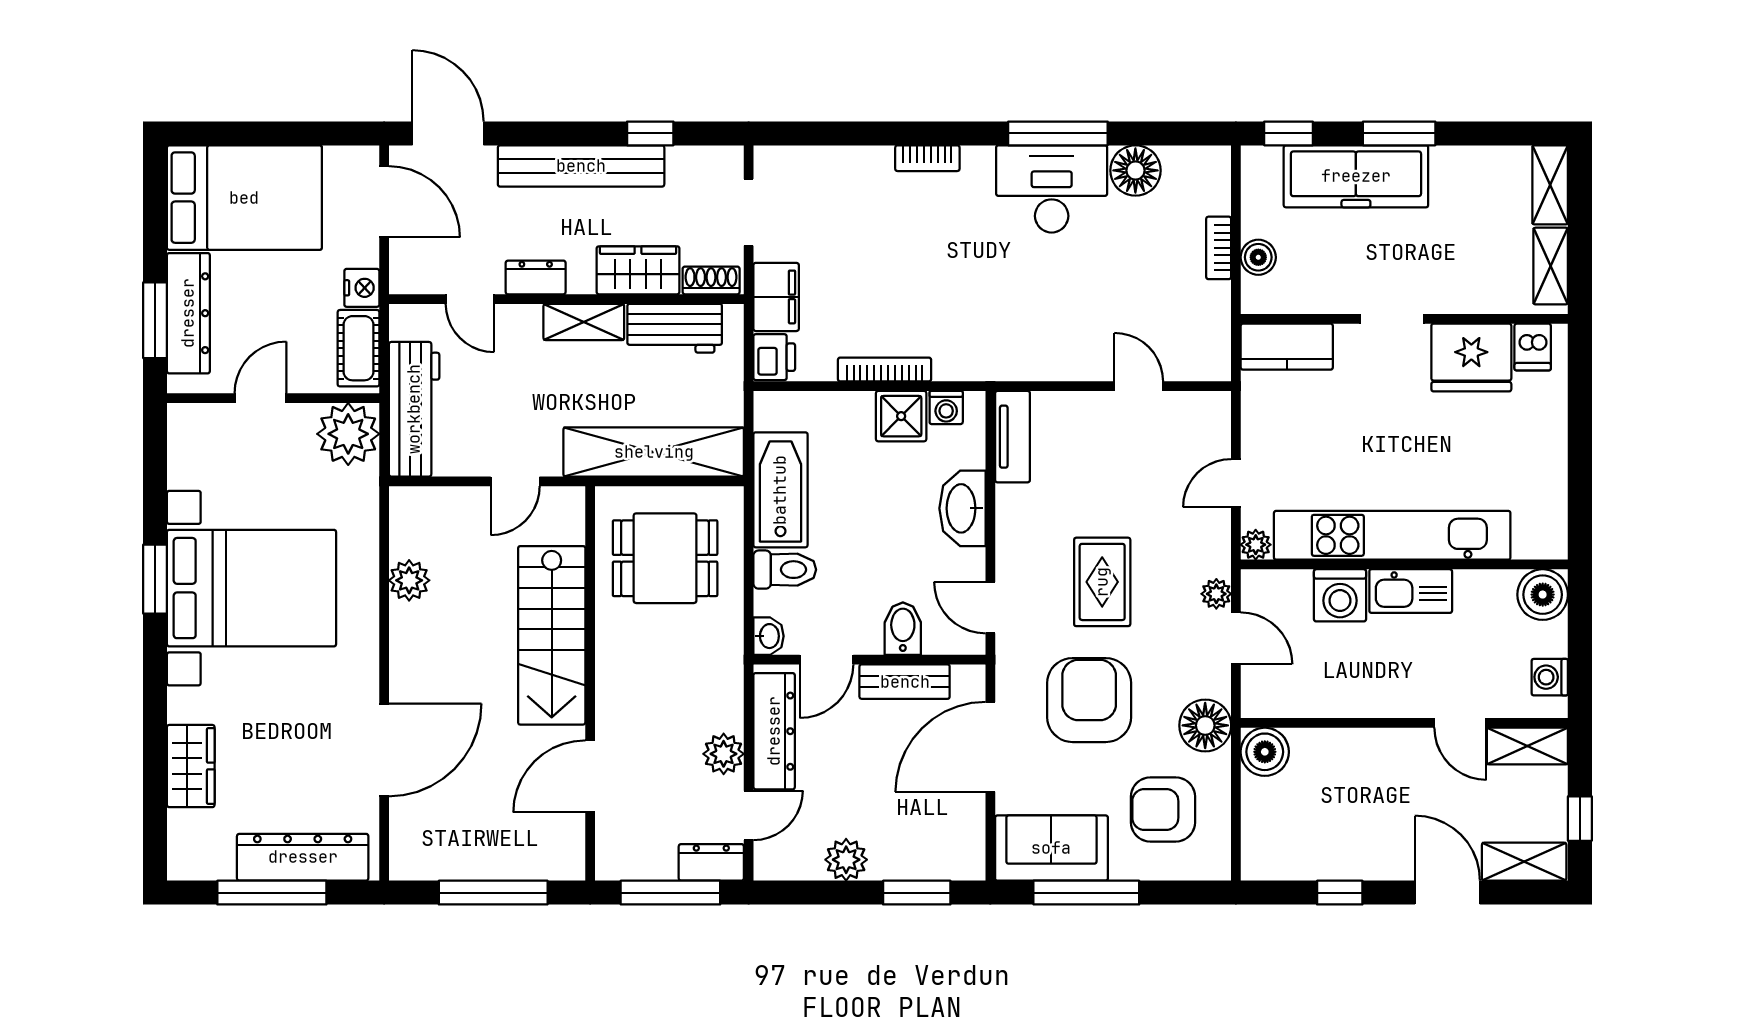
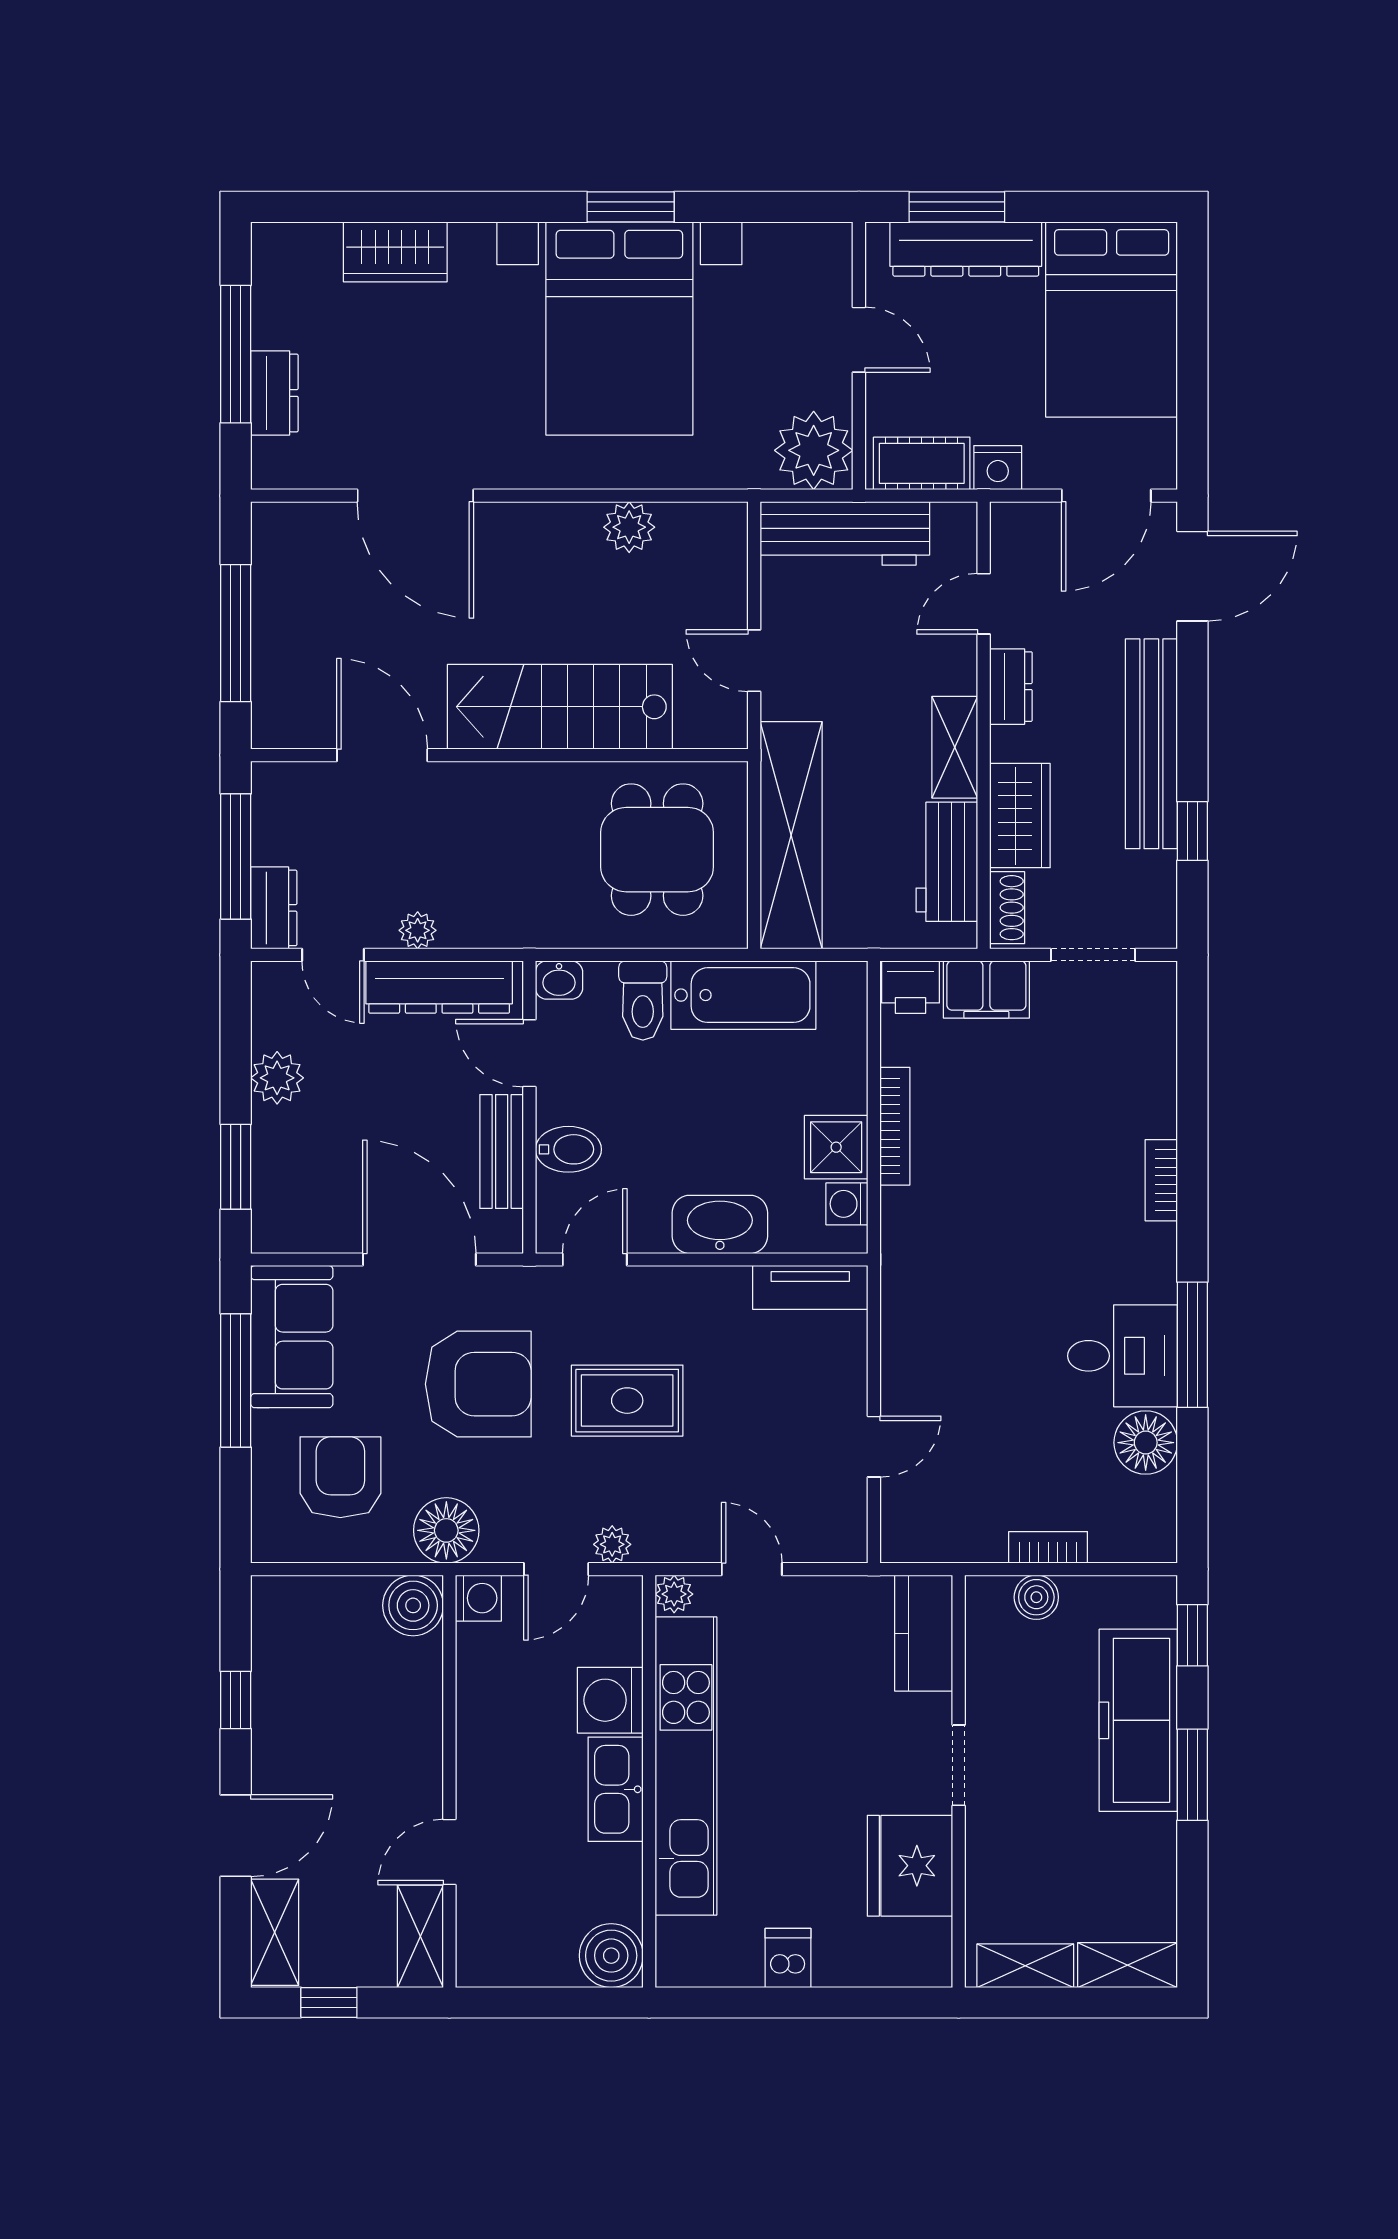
desk: (1052, 189) -> (1122, 1356), width x0.73
dishwasher: (1533, 347) -> (788, 1958), moved, turned 90
washing machine: (1550, 677) -> (478, 1598), moved, turned 90
plant: (724, 754) -> (418, 930), width x0.73, depth x0.73
dresser: (303, 857) -> (274, 393), width x0.51, depth x0.80

